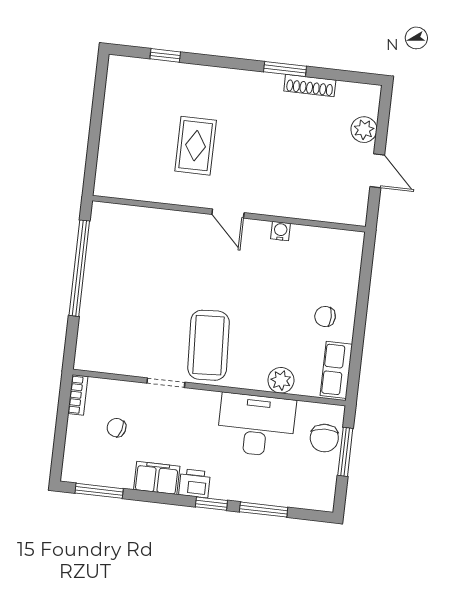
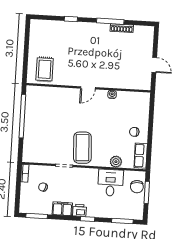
window: (165, 55) -> (71, 19), moved
window: (285, 69) -> (110, 21), width x1.44
plant: (364, 130) -> (147, 47), removed
rug: (196, 146) -> (45, 69), moved
door: (228, 214) -> (88, 88), hinge flipped
desk: (256, 425) -> (110, 183), width x0.73
window: (264, 510) -> (122, 221), moved

